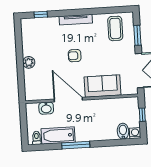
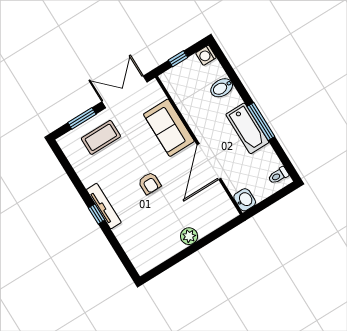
window: (41, 15) -> (97, 214), moved
coffee table: (115, 28) -> (101, 137), moved
washbasin: (46, 108) -> (245, 200), moved
bidet: (123, 131) -> (222, 88), moved
bathtub: (58, 136) -> (247, 128), moved

